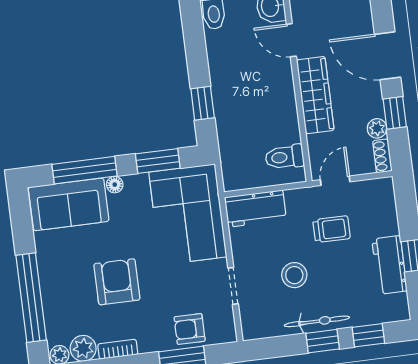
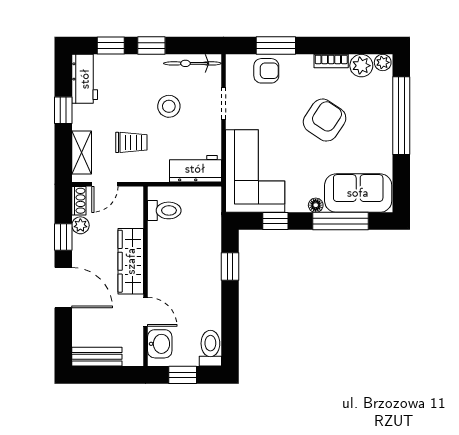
window: (158, 161) -> (275, 221), width x0.67
door: (335, 181) -> (105, 184), moved
shelving: (386, 211) -> (82, 153), added
trolley: (332, 229) -> (131, 142), turned 180
workbench: (390, 265) -> (85, 79), moved
armchair: (117, 282) -> (325, 120), turned -146
bicycle: (317, 321) -> (192, 63), moved

